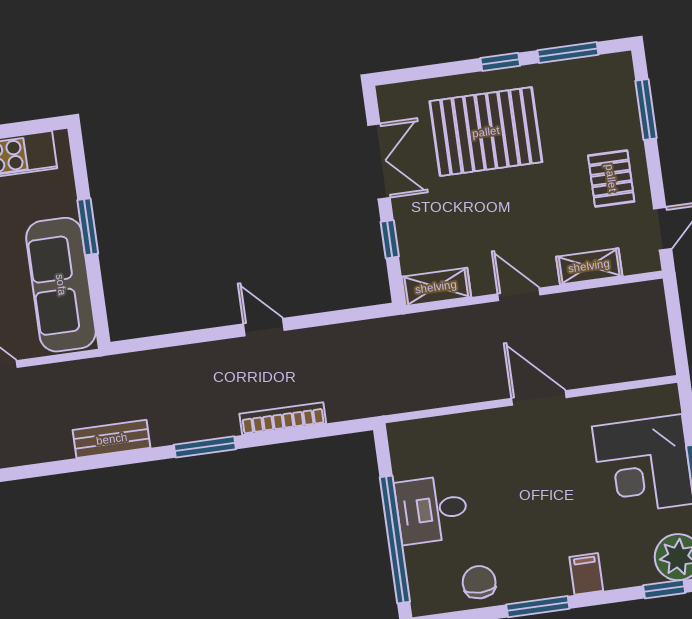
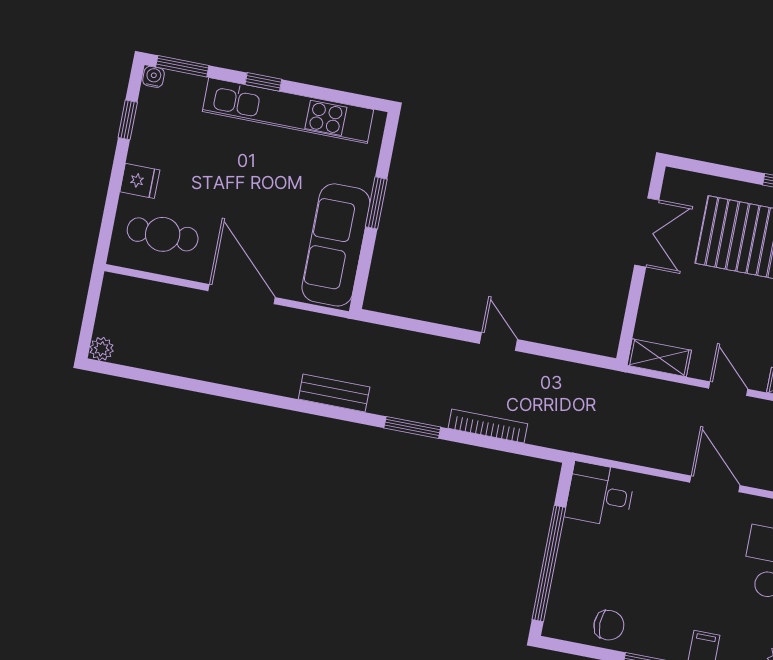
window: (390, 239) -> (633, 303), removed
desk: (432, 510) -> (600, 495), moved
chair: (479, 582) -> (609, 625), turned 90

